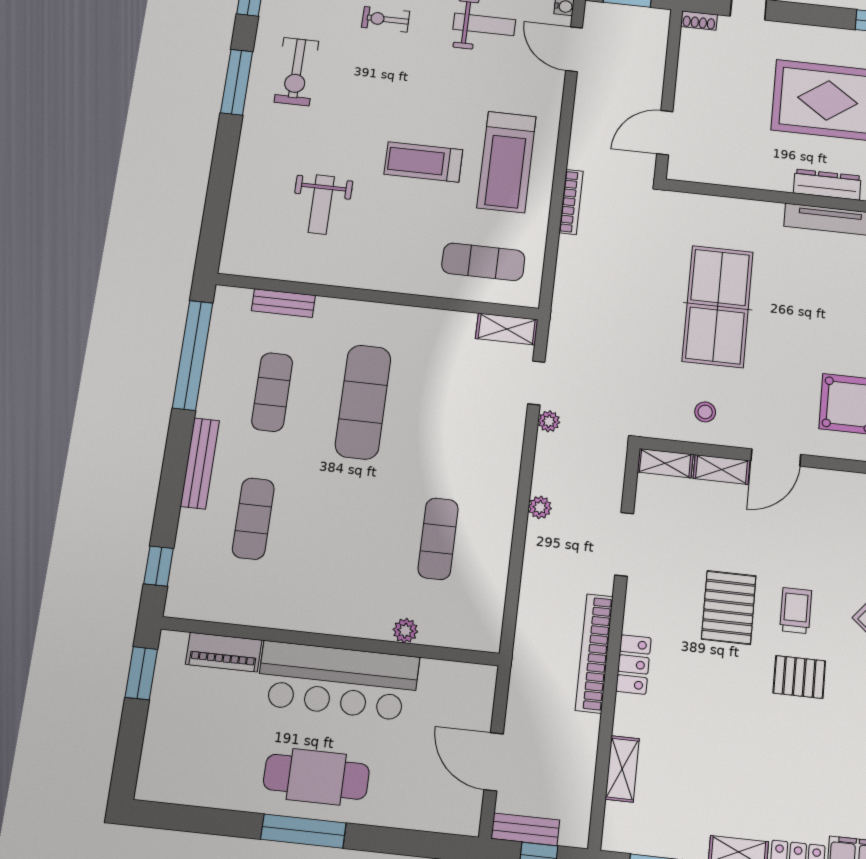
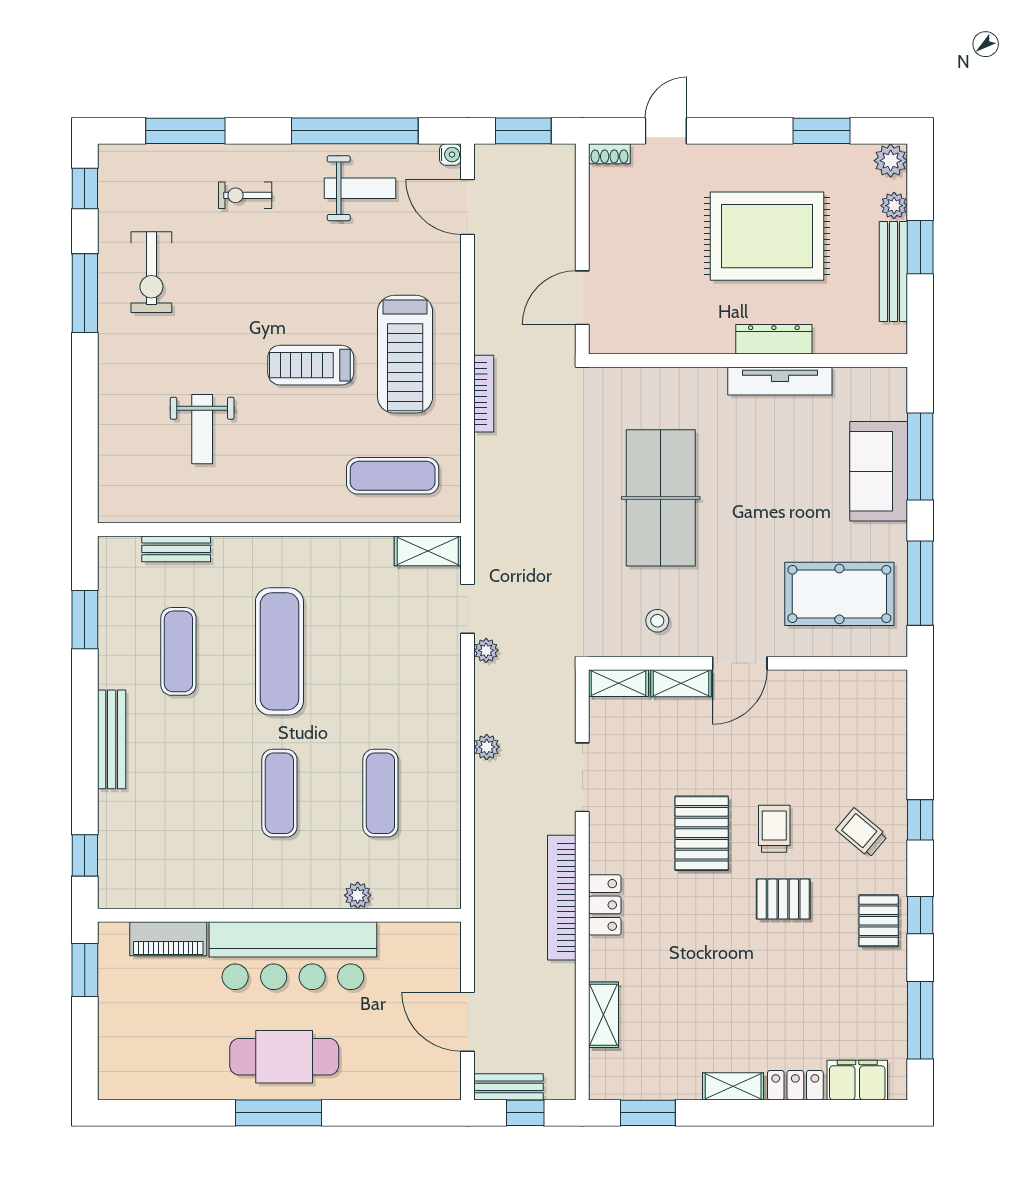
window: (193, 355) -> (85, 620), width x0.47
exercise mat: (253, 519) -> (279, 793), moved

